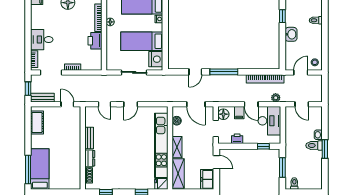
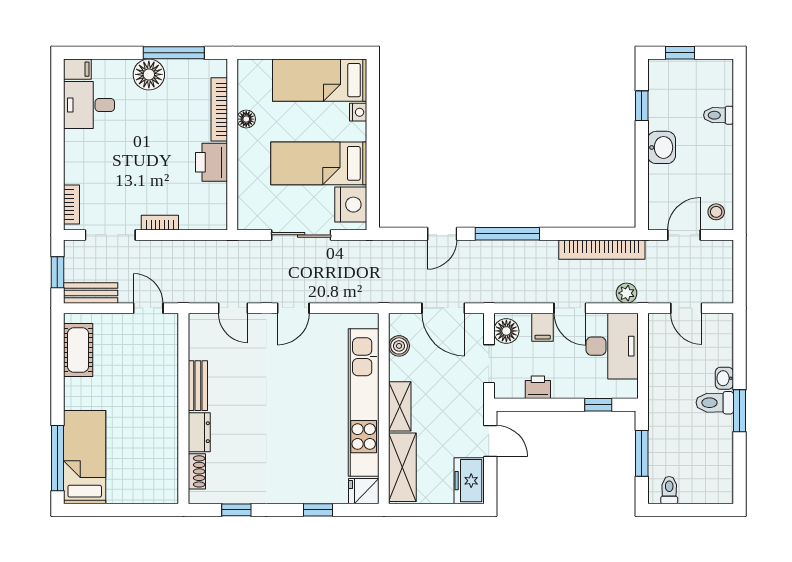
desk: (42, 40) -> (89, 105), moved

